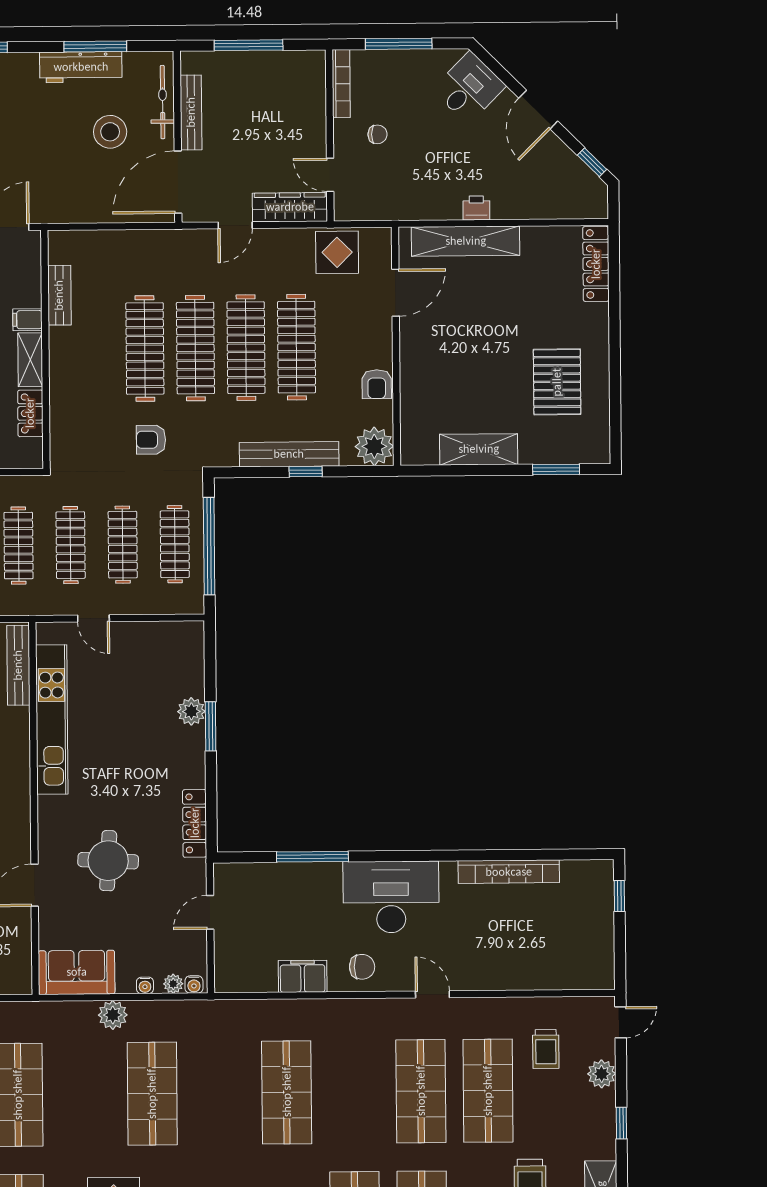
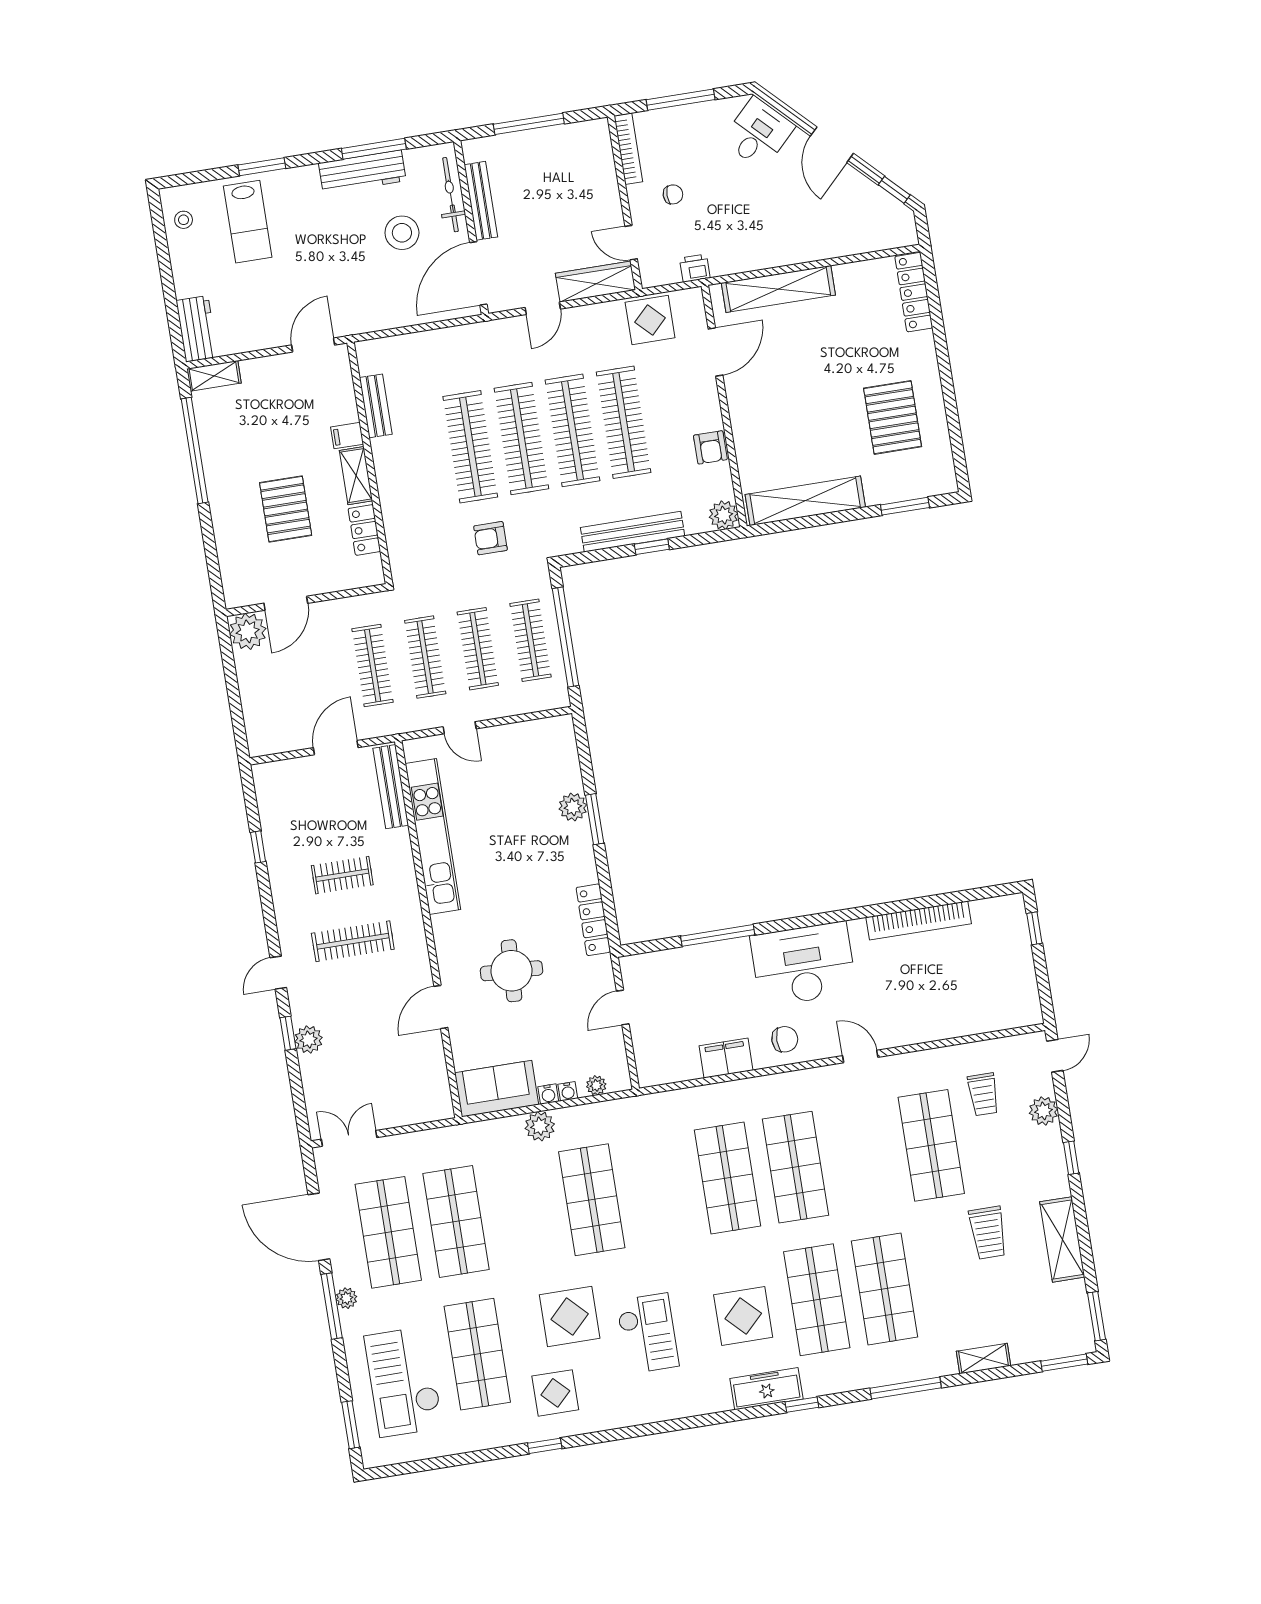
printer: (476, 208) -> (695, 268), moved
plant: (374, 446) -> (724, 515), width x0.73, depth x0.73
shelving: (479, 449) -> (805, 501), width x1.47
water cooler: (194, 985) -> (548, 1094), moved
shop shelf: (421, 1091) -> (795, 1167), moved

